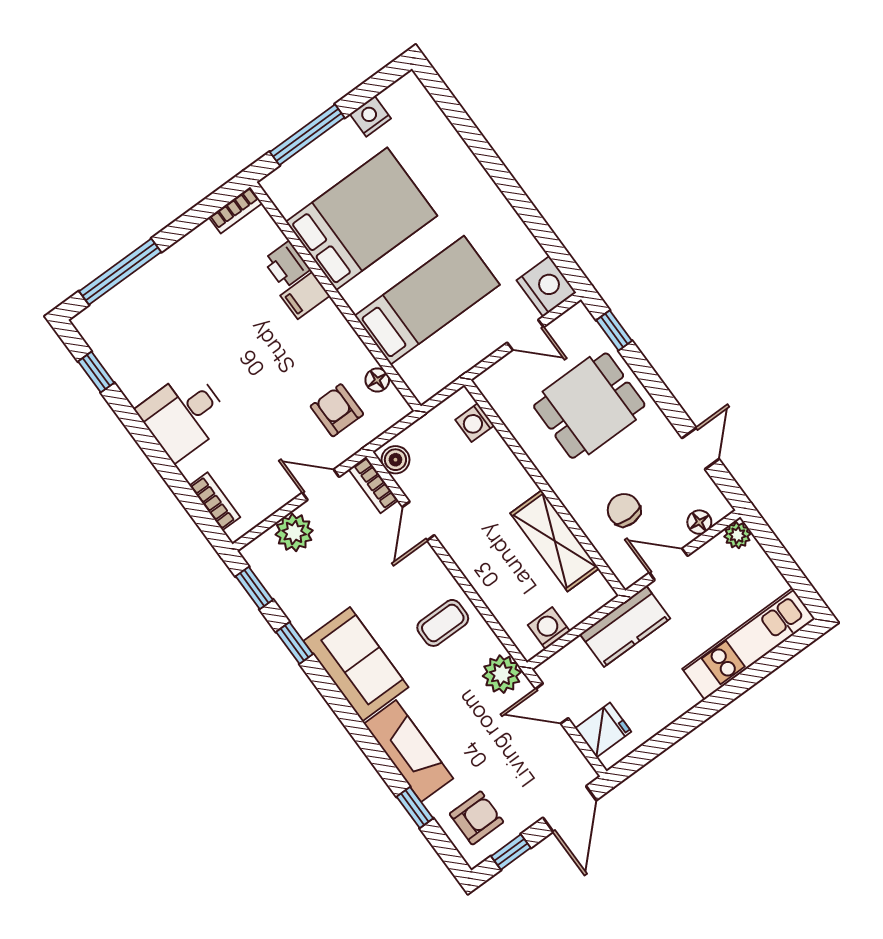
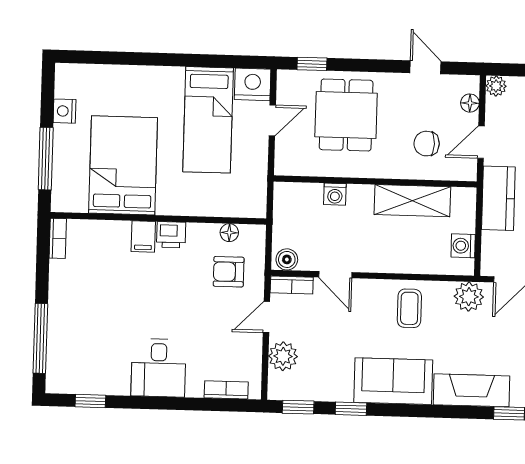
printer: (287, 265) -> (171, 235), moved
bed: (427, 300) -> (208, 120), moved, turned 180
washing machine: (475, 423) -> (335, 194), moved

